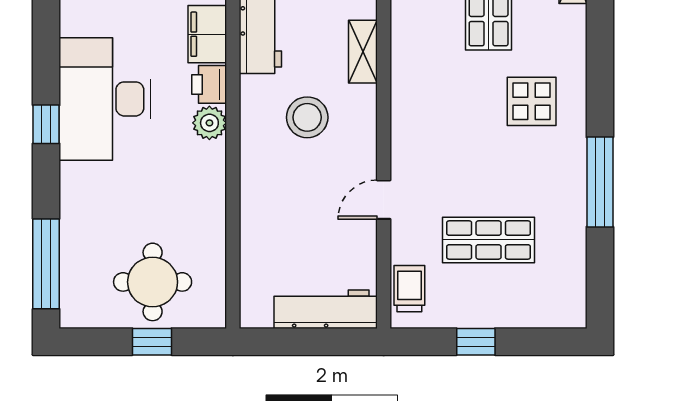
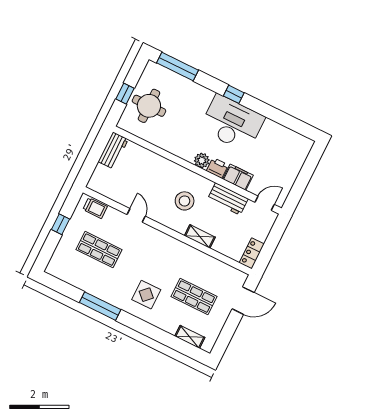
shop shelf: (489, 240) -> (99, 250), turned 90
workbench: (326, 309) -> (113, 150), moved, width x0.73

